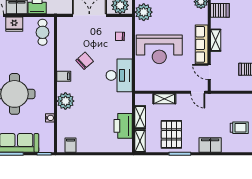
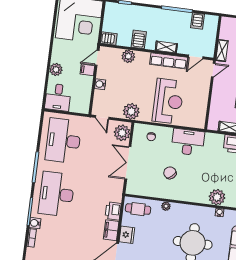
plant: (49, 61) -> (166, 206), added
filing cabinet: (64, 76) -> (182, 194), removed
shelving: (164, 99) -> (222, 51), moved
plant: (65, 101) -> (217, 197), moved

